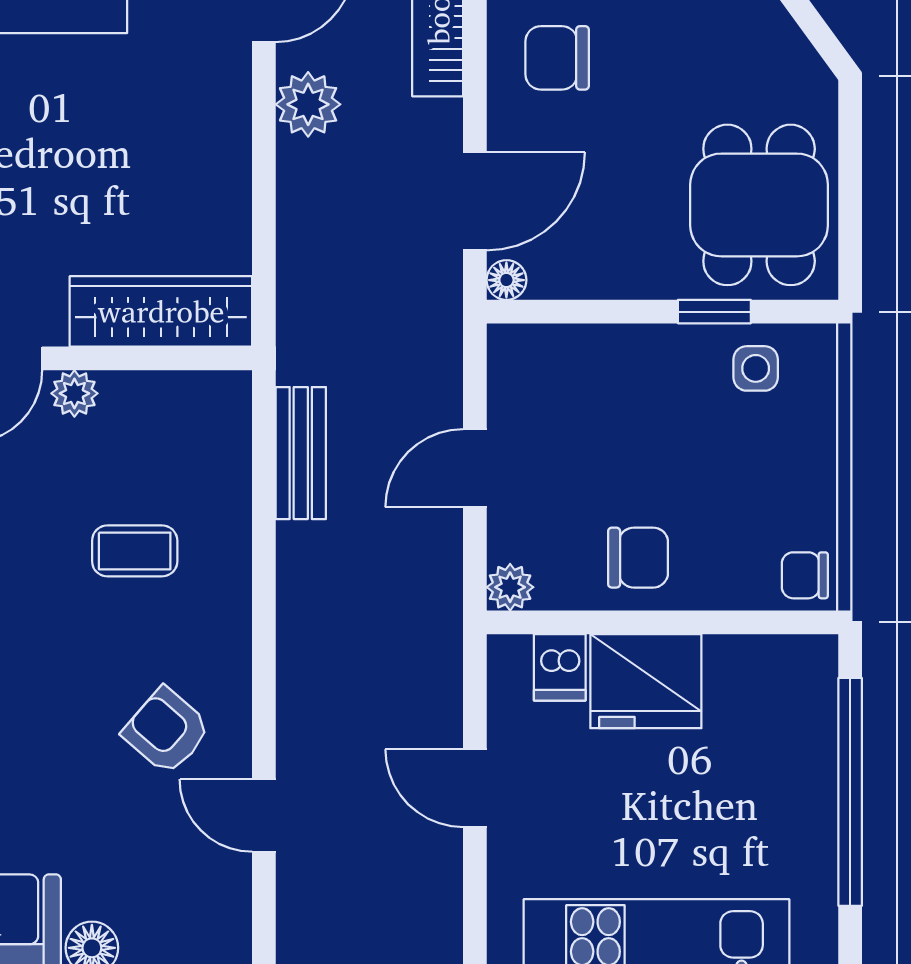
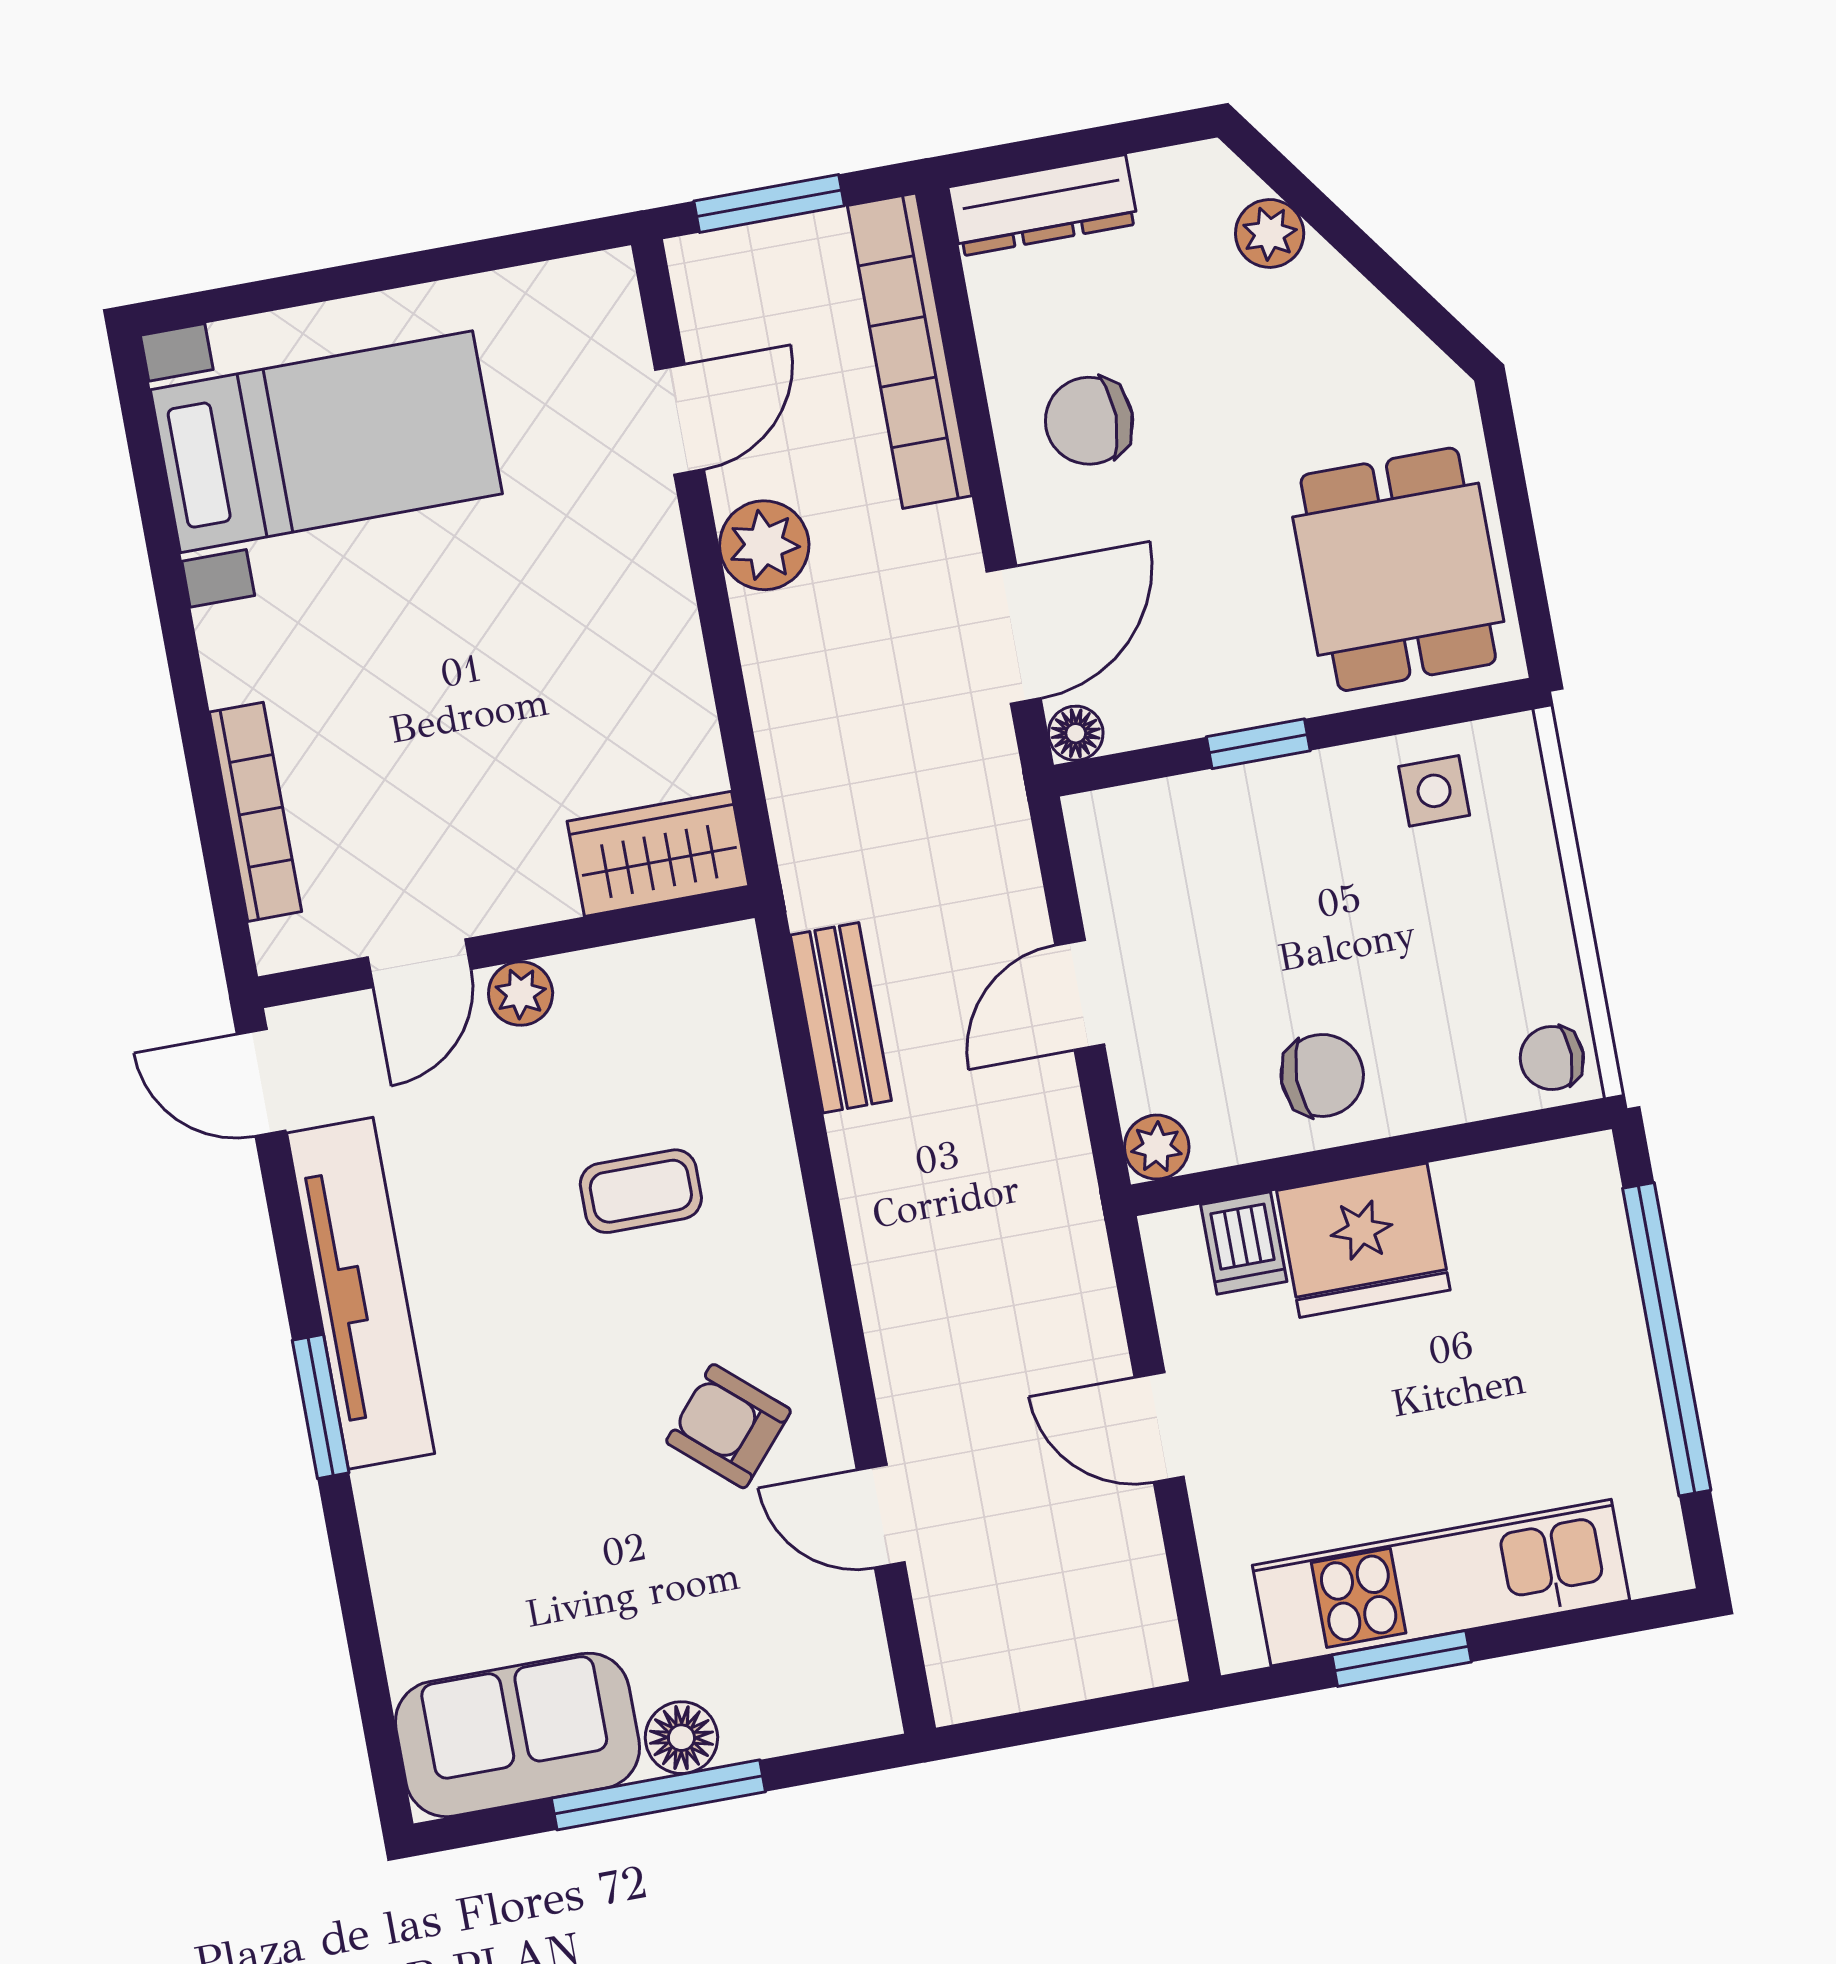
wardrobe: (161, 311) -> (658, 854), width x0.67
window: (714, 312) -> (1258, 744), moved

